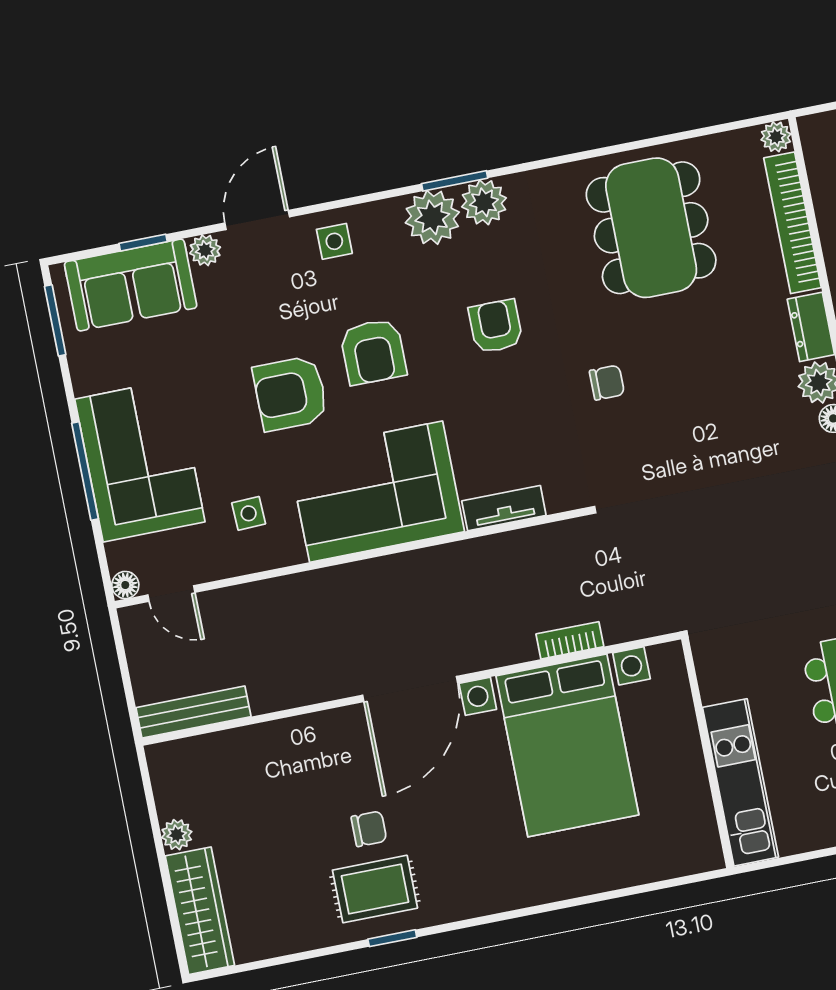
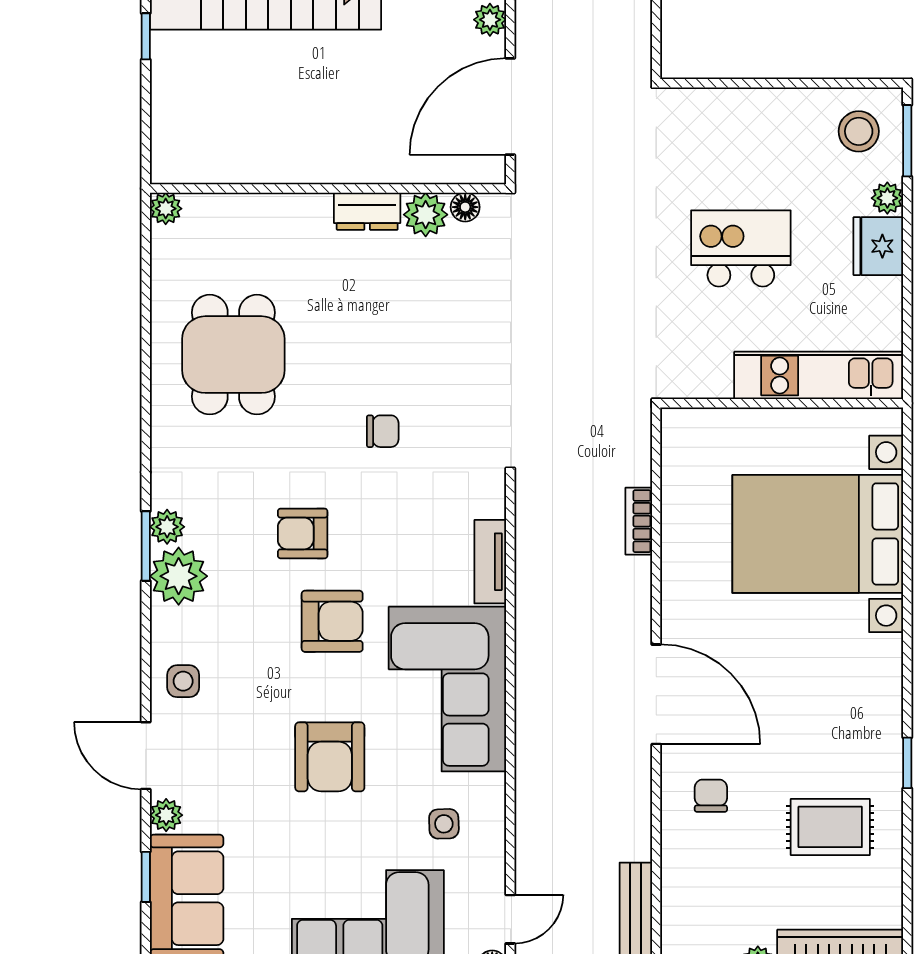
plant: (484, 202) -> (167, 527), width x0.73, depth x0.73
bookcase: (793, 223) -> (257, 209), removed
dining table: (651, 228) -> (233, 355), width x0.73
armchair: (373, 352) -> (332, 621), moved
chair: (607, 383) -> (383, 431), turned 90
bed with nightstands: (567, 745) -> (818, 534), moved, turned 180
chair: (369, 829) -> (711, 796), moved
rug: (375, 889) -> (830, 827), moved, turned 90

